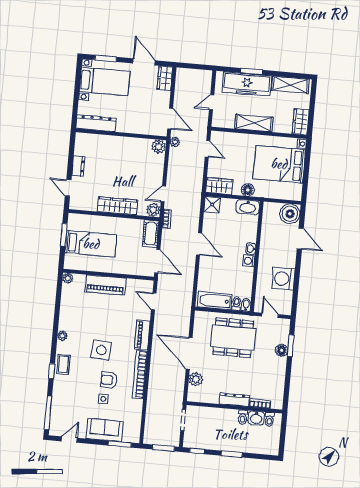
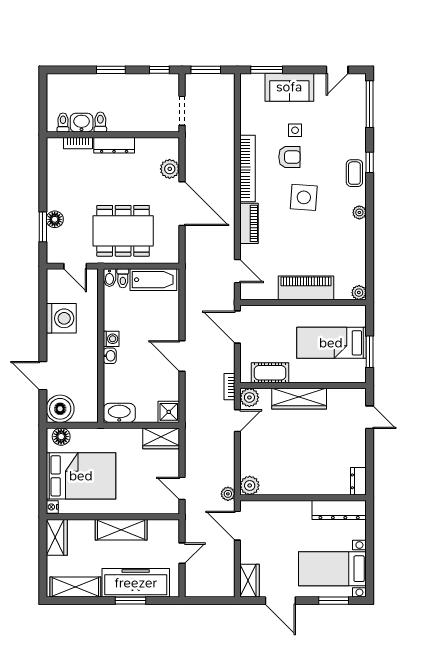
dresser: (78, 166) -> (358, 481), moved
floor lamp: (248, 190) -> (61, 437), moved
cot: (151, 234) -> (270, 373), moved, turned 90

